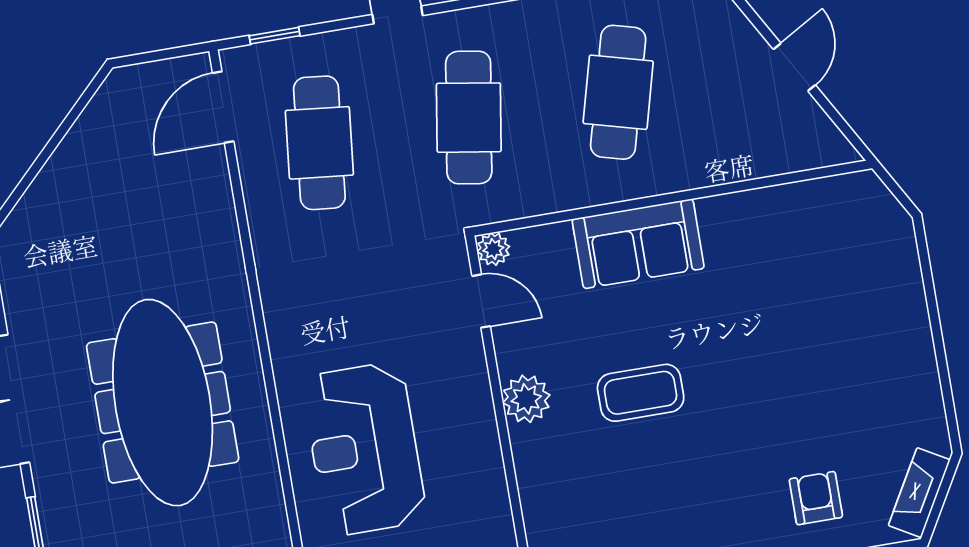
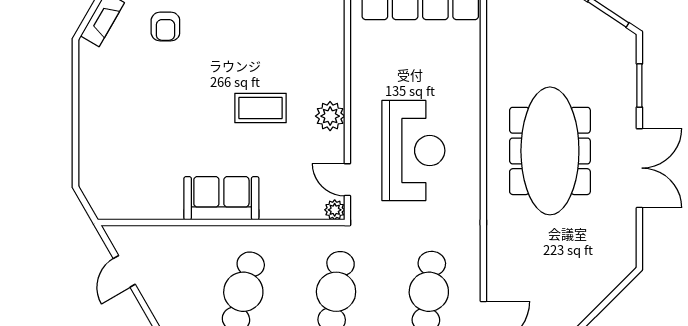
door: (794, 67) -> (124, 271), moved
sofa: (638, 244) -> (221, 198), moved
reception desk: (364, 449) -> (413, 151), moved

